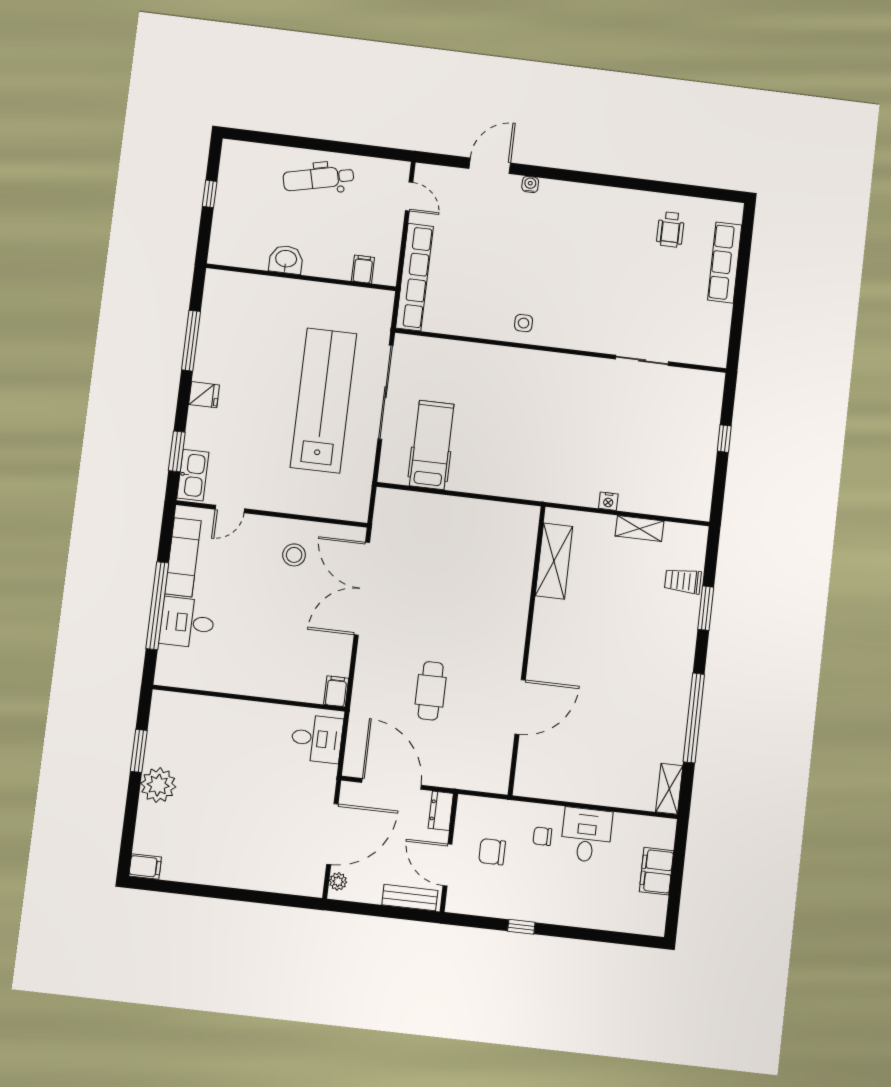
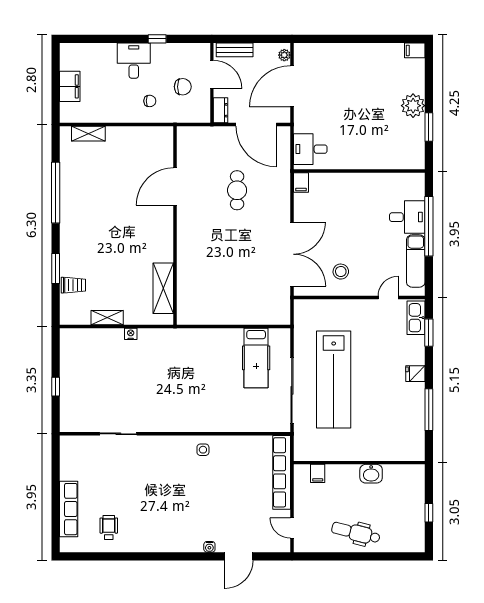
dental chair: (318, 178) -> (356, 533), turned -153
shelving: (669, 789) -> (88, 134), moved, turned 90
desk: (586, 835) -> (134, 61), moved, turned 180

